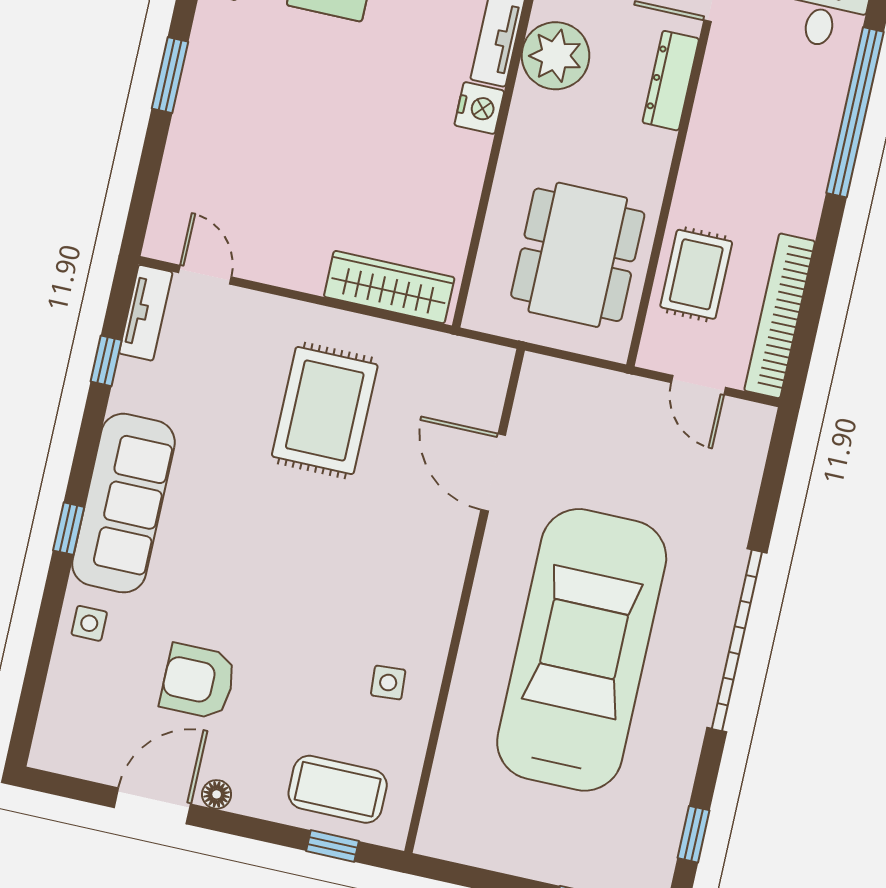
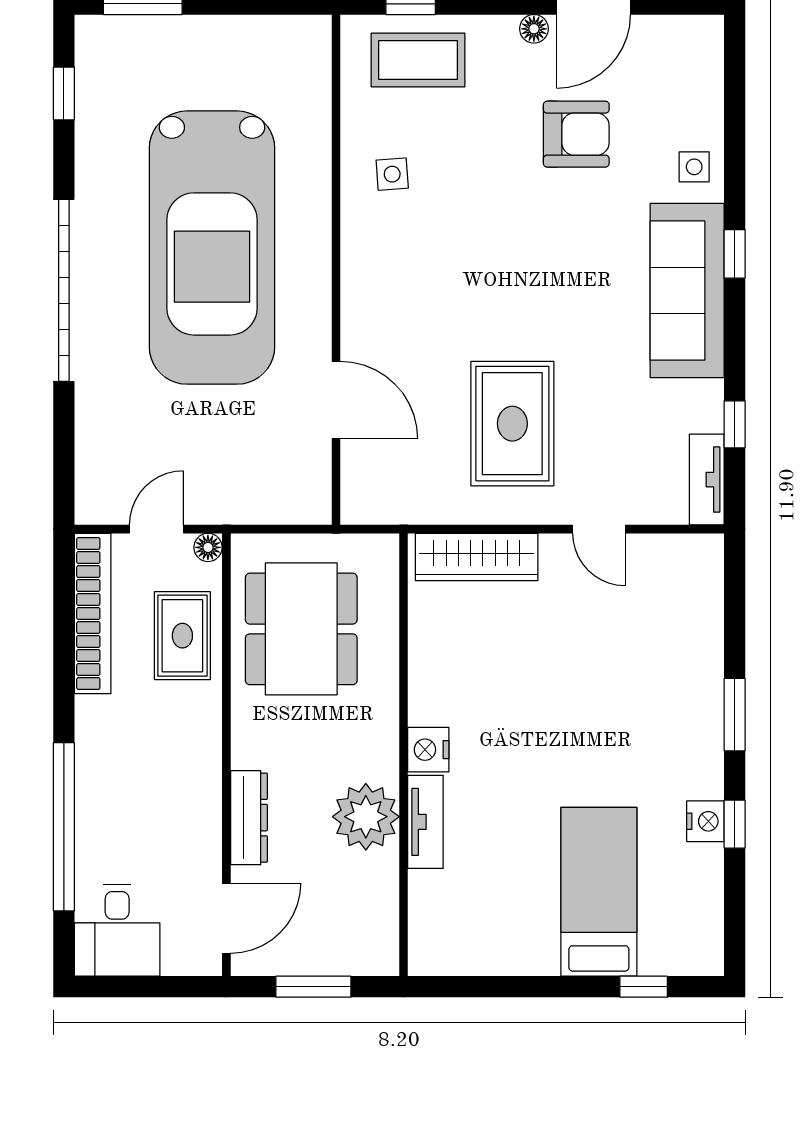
door: (205, 275) -> (599, 529), moved
floor lamp: (652, 356) -> (208, 547), added
door: (698, 385) -> (156, 529), hinge flipped

